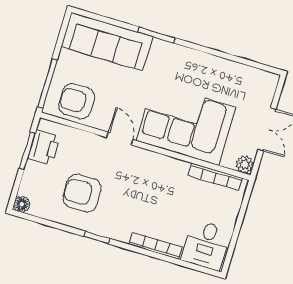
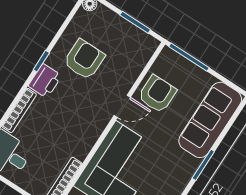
armchair: (77, 101) -> (157, 94), moved
printer: (44, 147) -> (45, 81), moved, turned -90

